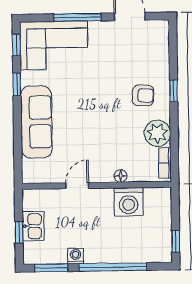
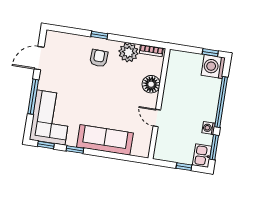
floor lamp: (120, 176) -> (151, 84), width x1.89, depth x1.89
washing machine: (129, 202) -> (213, 66), moved, turned 180
kitchen sink: (33, 226) -> (202, 156), moved, turned -90

